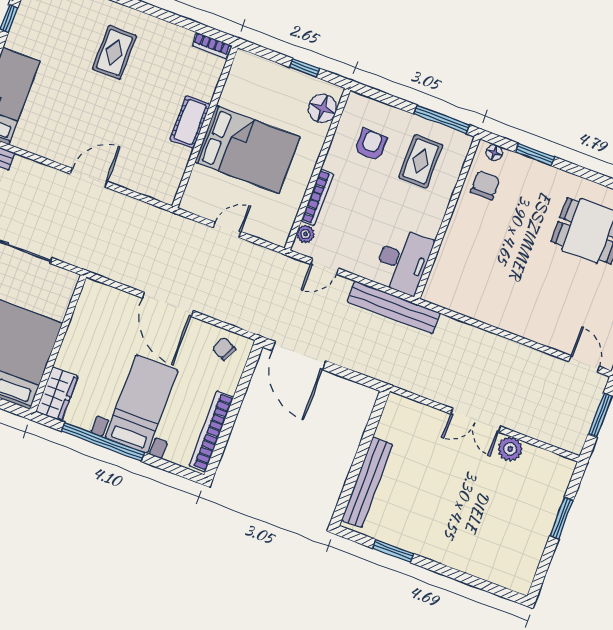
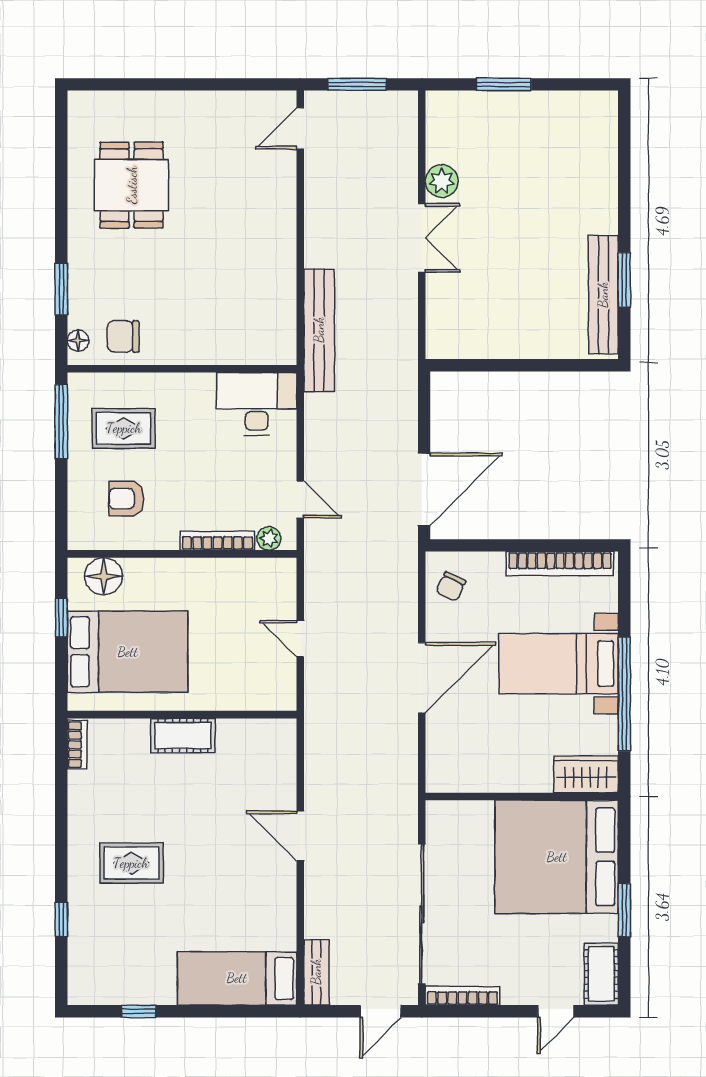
bed: (247, 150) -> (128, 652), moved, turned 90
bench: (394, 307) -> (319, 330), moved
bench: (367, 482) -> (603, 295), moved, turned 90

